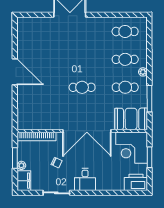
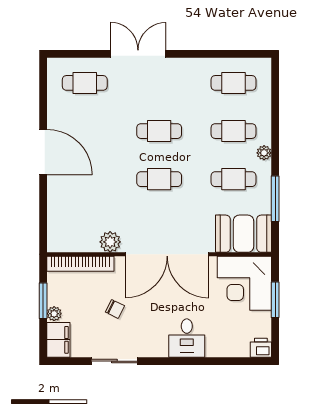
cafe table: (39, 32) -> (85, 83), added
cafe table: (82, 59) -> (159, 131), added
plant: (54, 124) -> (110, 242), added
desk: (85, 179) -> (187, 338), moved
printer: (136, 182) -> (261, 348), width x0.53, depth x0.68

